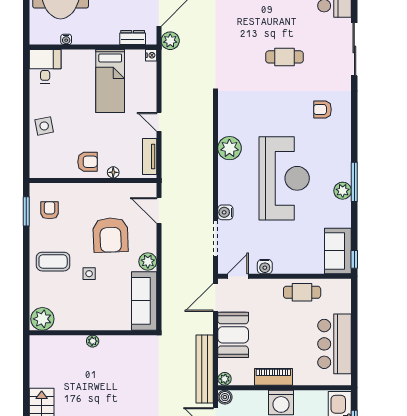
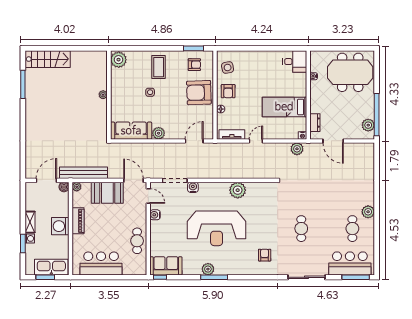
plant: (170, 41) -> (297, 149), moved
side table: (44, 126) -> (228, 67), moved
armchair: (111, 235) -> (199, 93), moved

